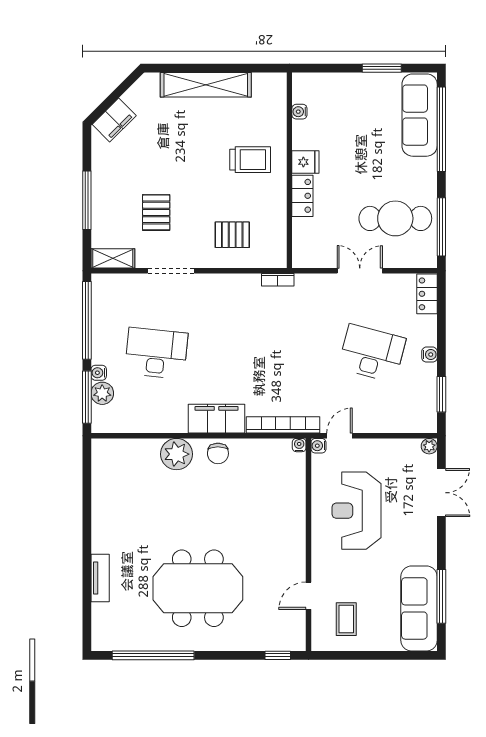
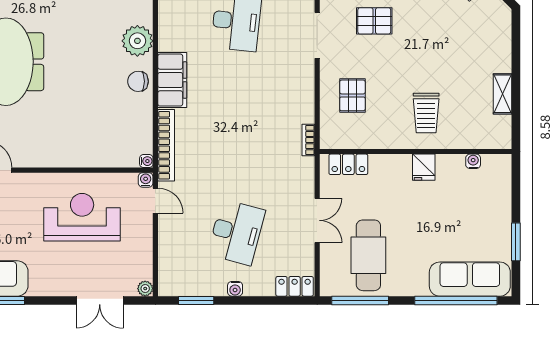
shelving: (206, 85) -> (503, 94), width x0.45, depth x0.75
locker: (302, 196) -> (348, 164), moved

